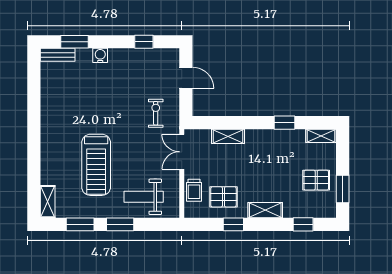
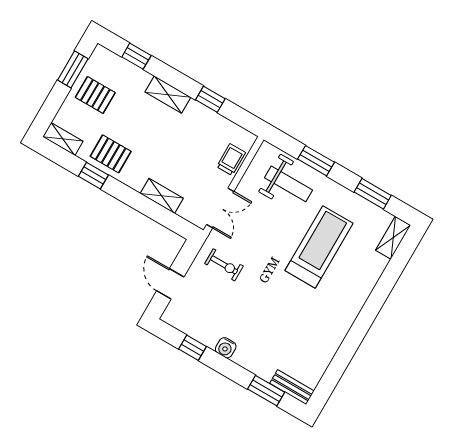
water cooler: (100, 55) -> (226, 348), moved
exercise bike: (156, 113) -> (224, 265), turned -90
pallet: (223, 197) -> (111, 154), moved
window: (120, 224) -> (316, 161), moved

